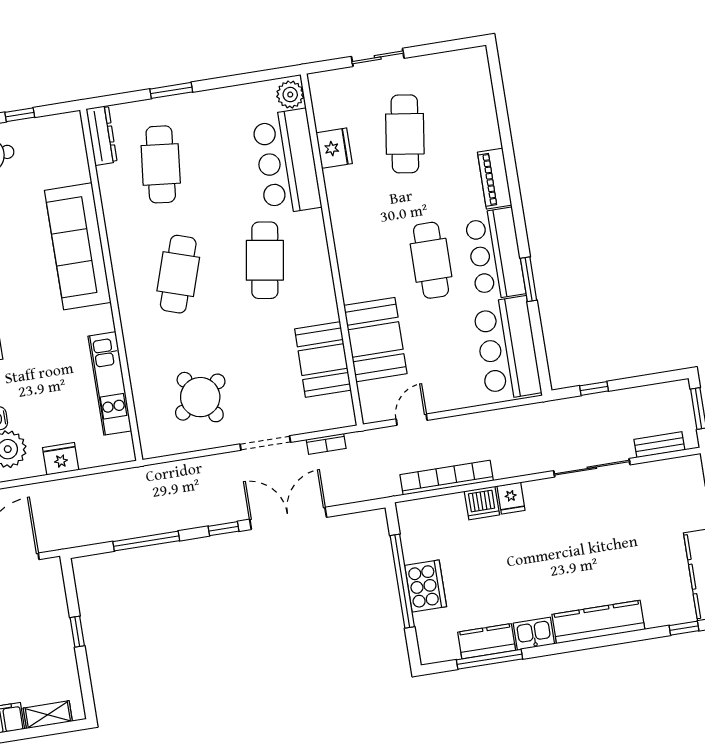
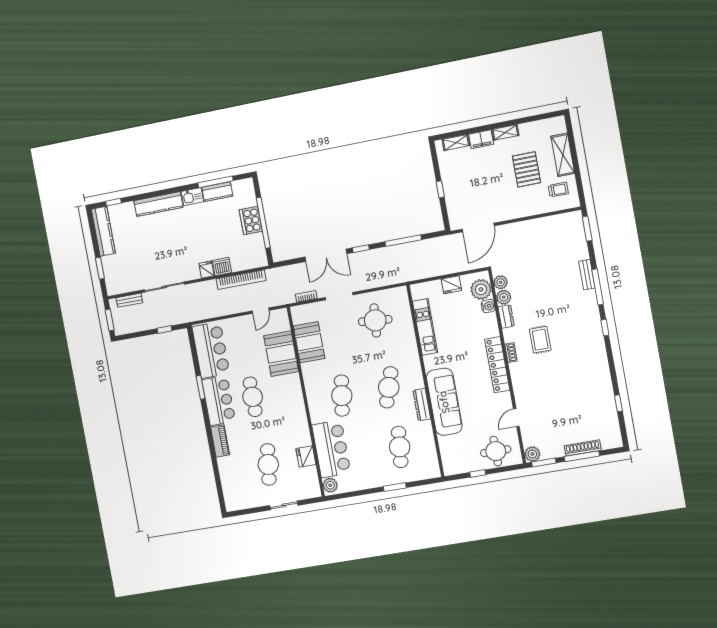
dresser: (102, 135) -> (422, 405), moved
round table: (200, 397) -> (375, 320), turned 38

